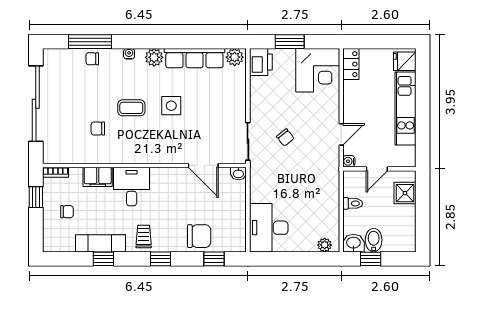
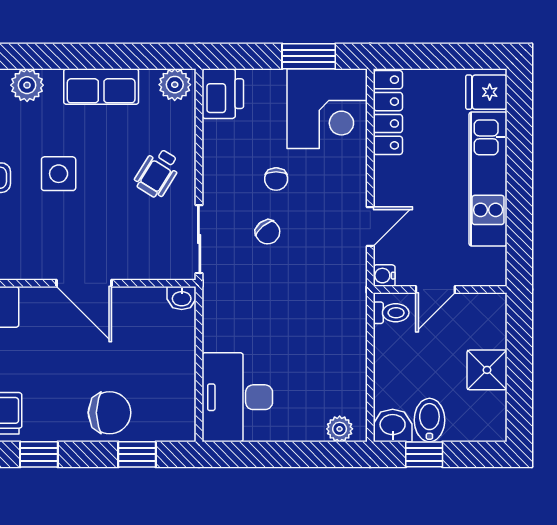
window: (290, 42) -> (309, 56), moved
row of seats: (194, 58) -> (101, 87), width x0.68
locker: (351, 64) -> (388, 113), width x1.53
wheelchair: (225, 105) -> (157, 173), added
chair: (290, 109) -> (276, 179), added
door: (203, 165) -> (84, 283), moved
shower: (405, 193) -> (487, 370), moved
toilet: (353, 203) -> (391, 313), moved

